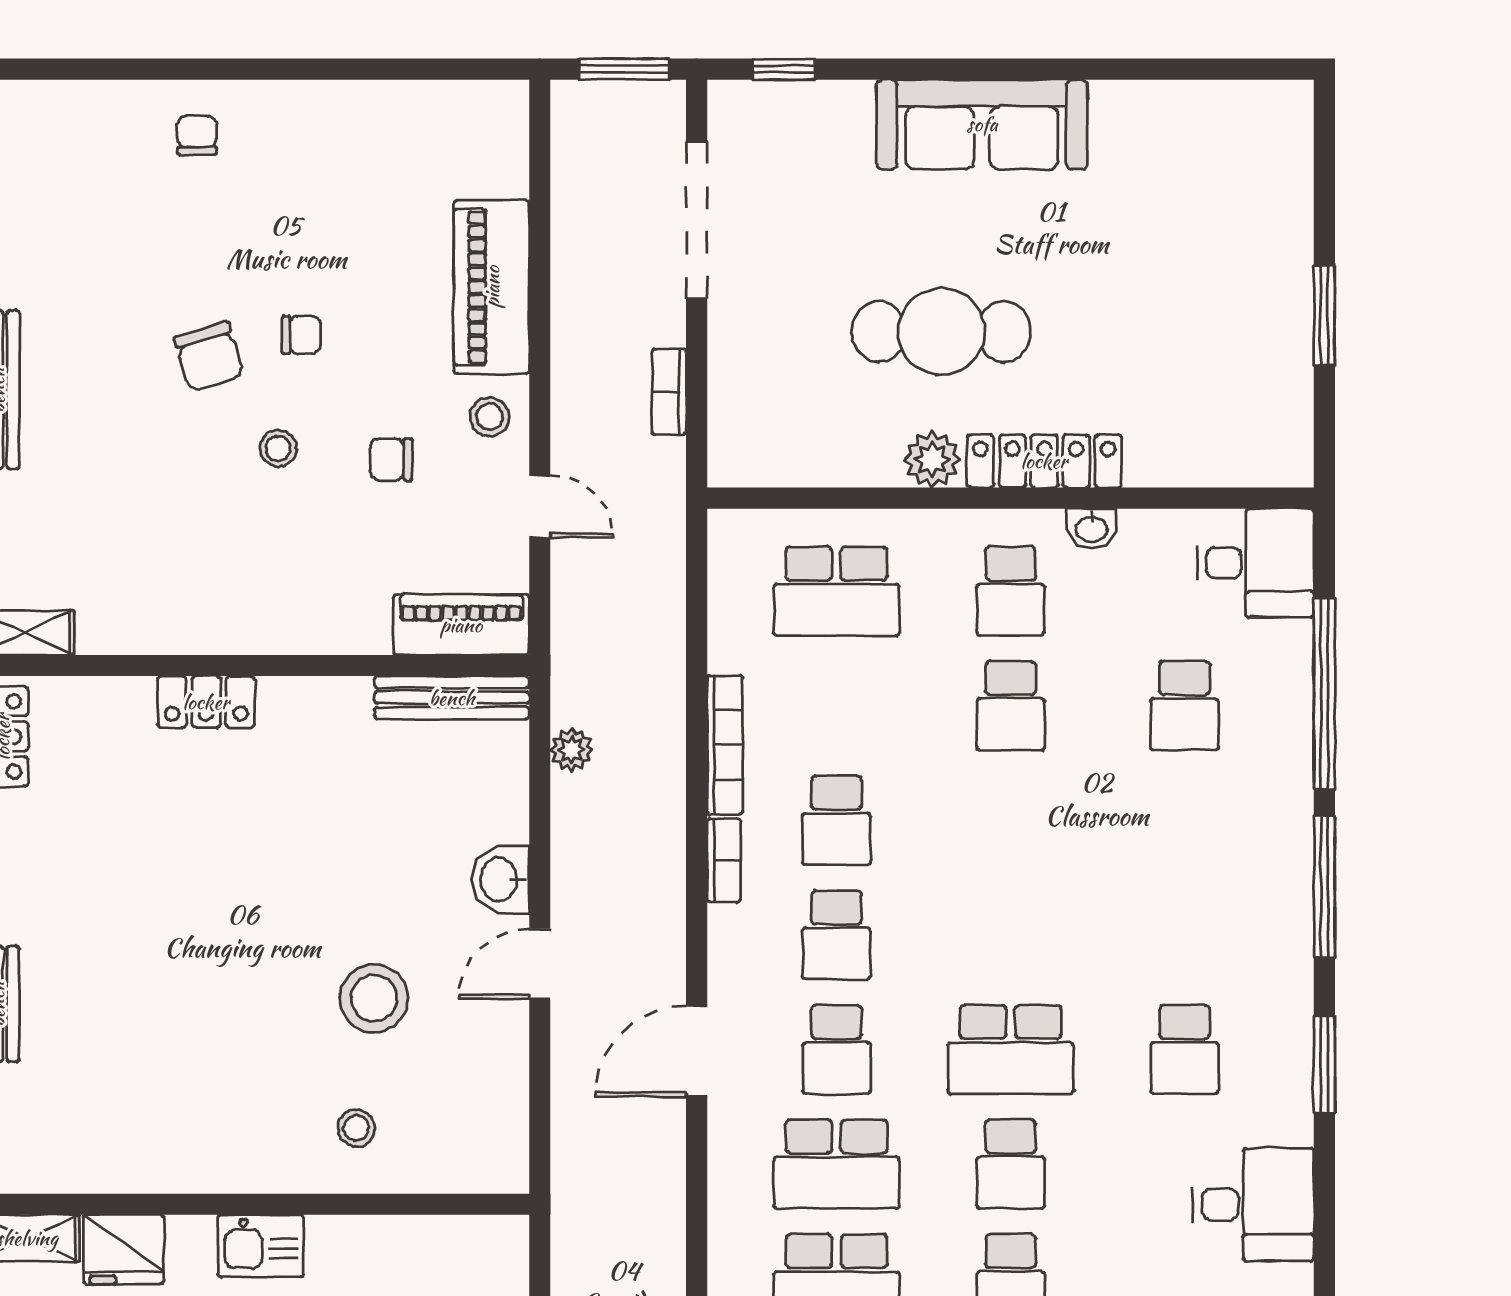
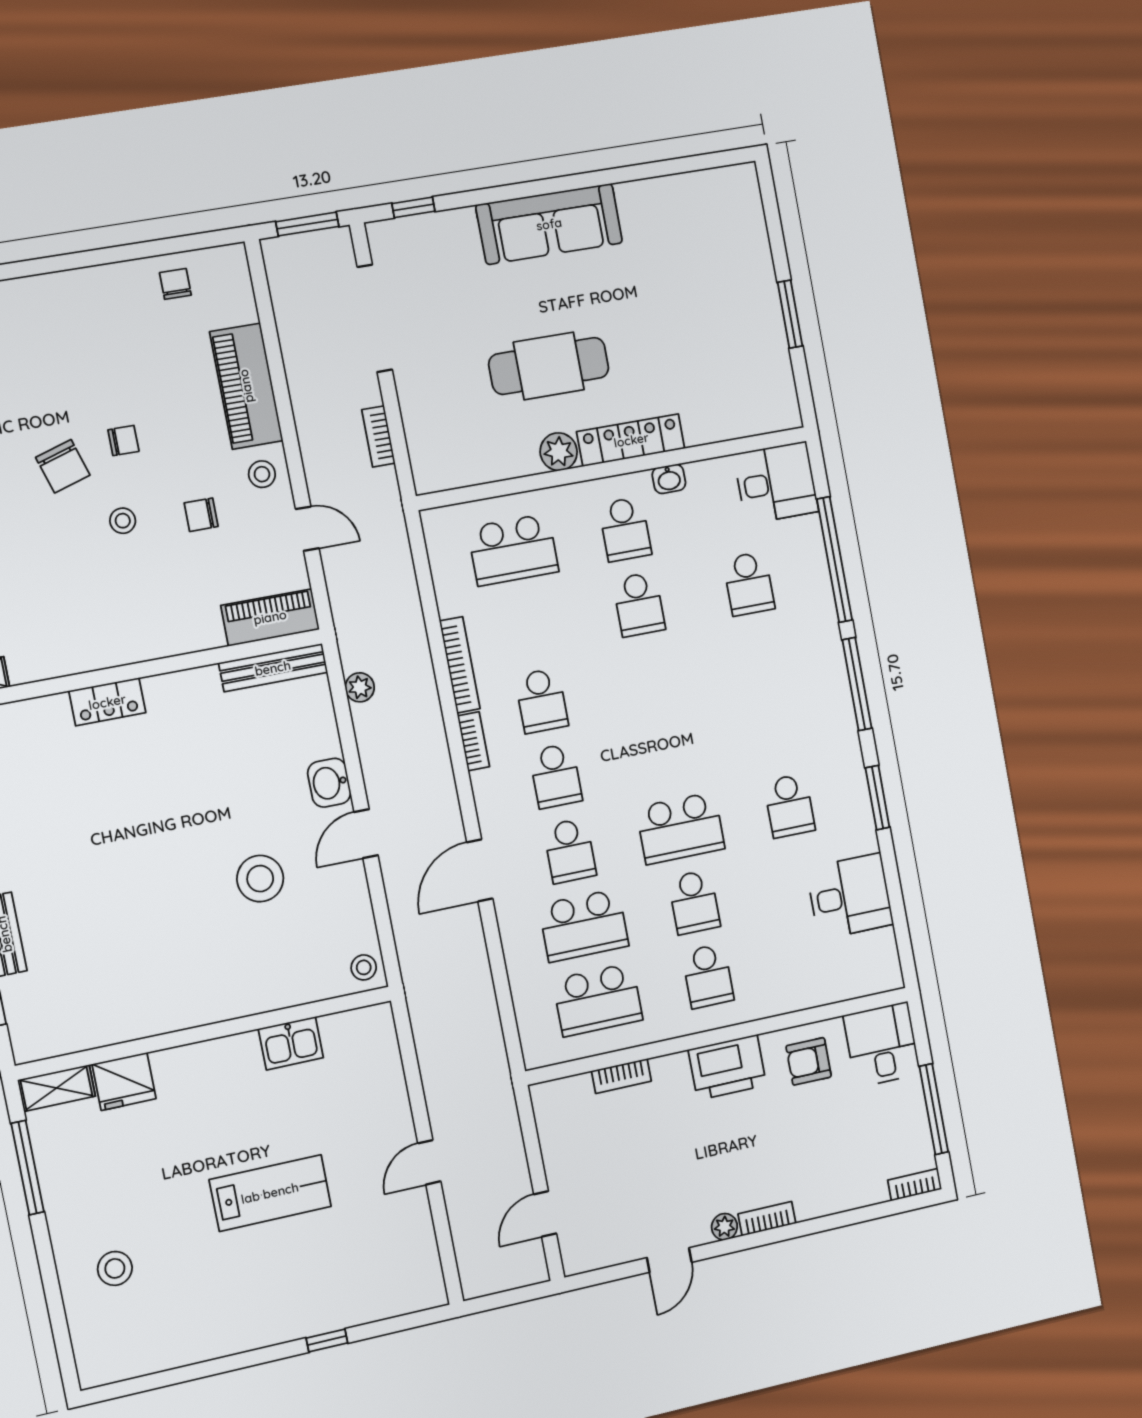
chair: (197, 135) -> (175, 284), moved
stool: (356, 1128) -> (364, 967), moved
kitchen sink: (261, 1246) -> (291, 1043), moved

